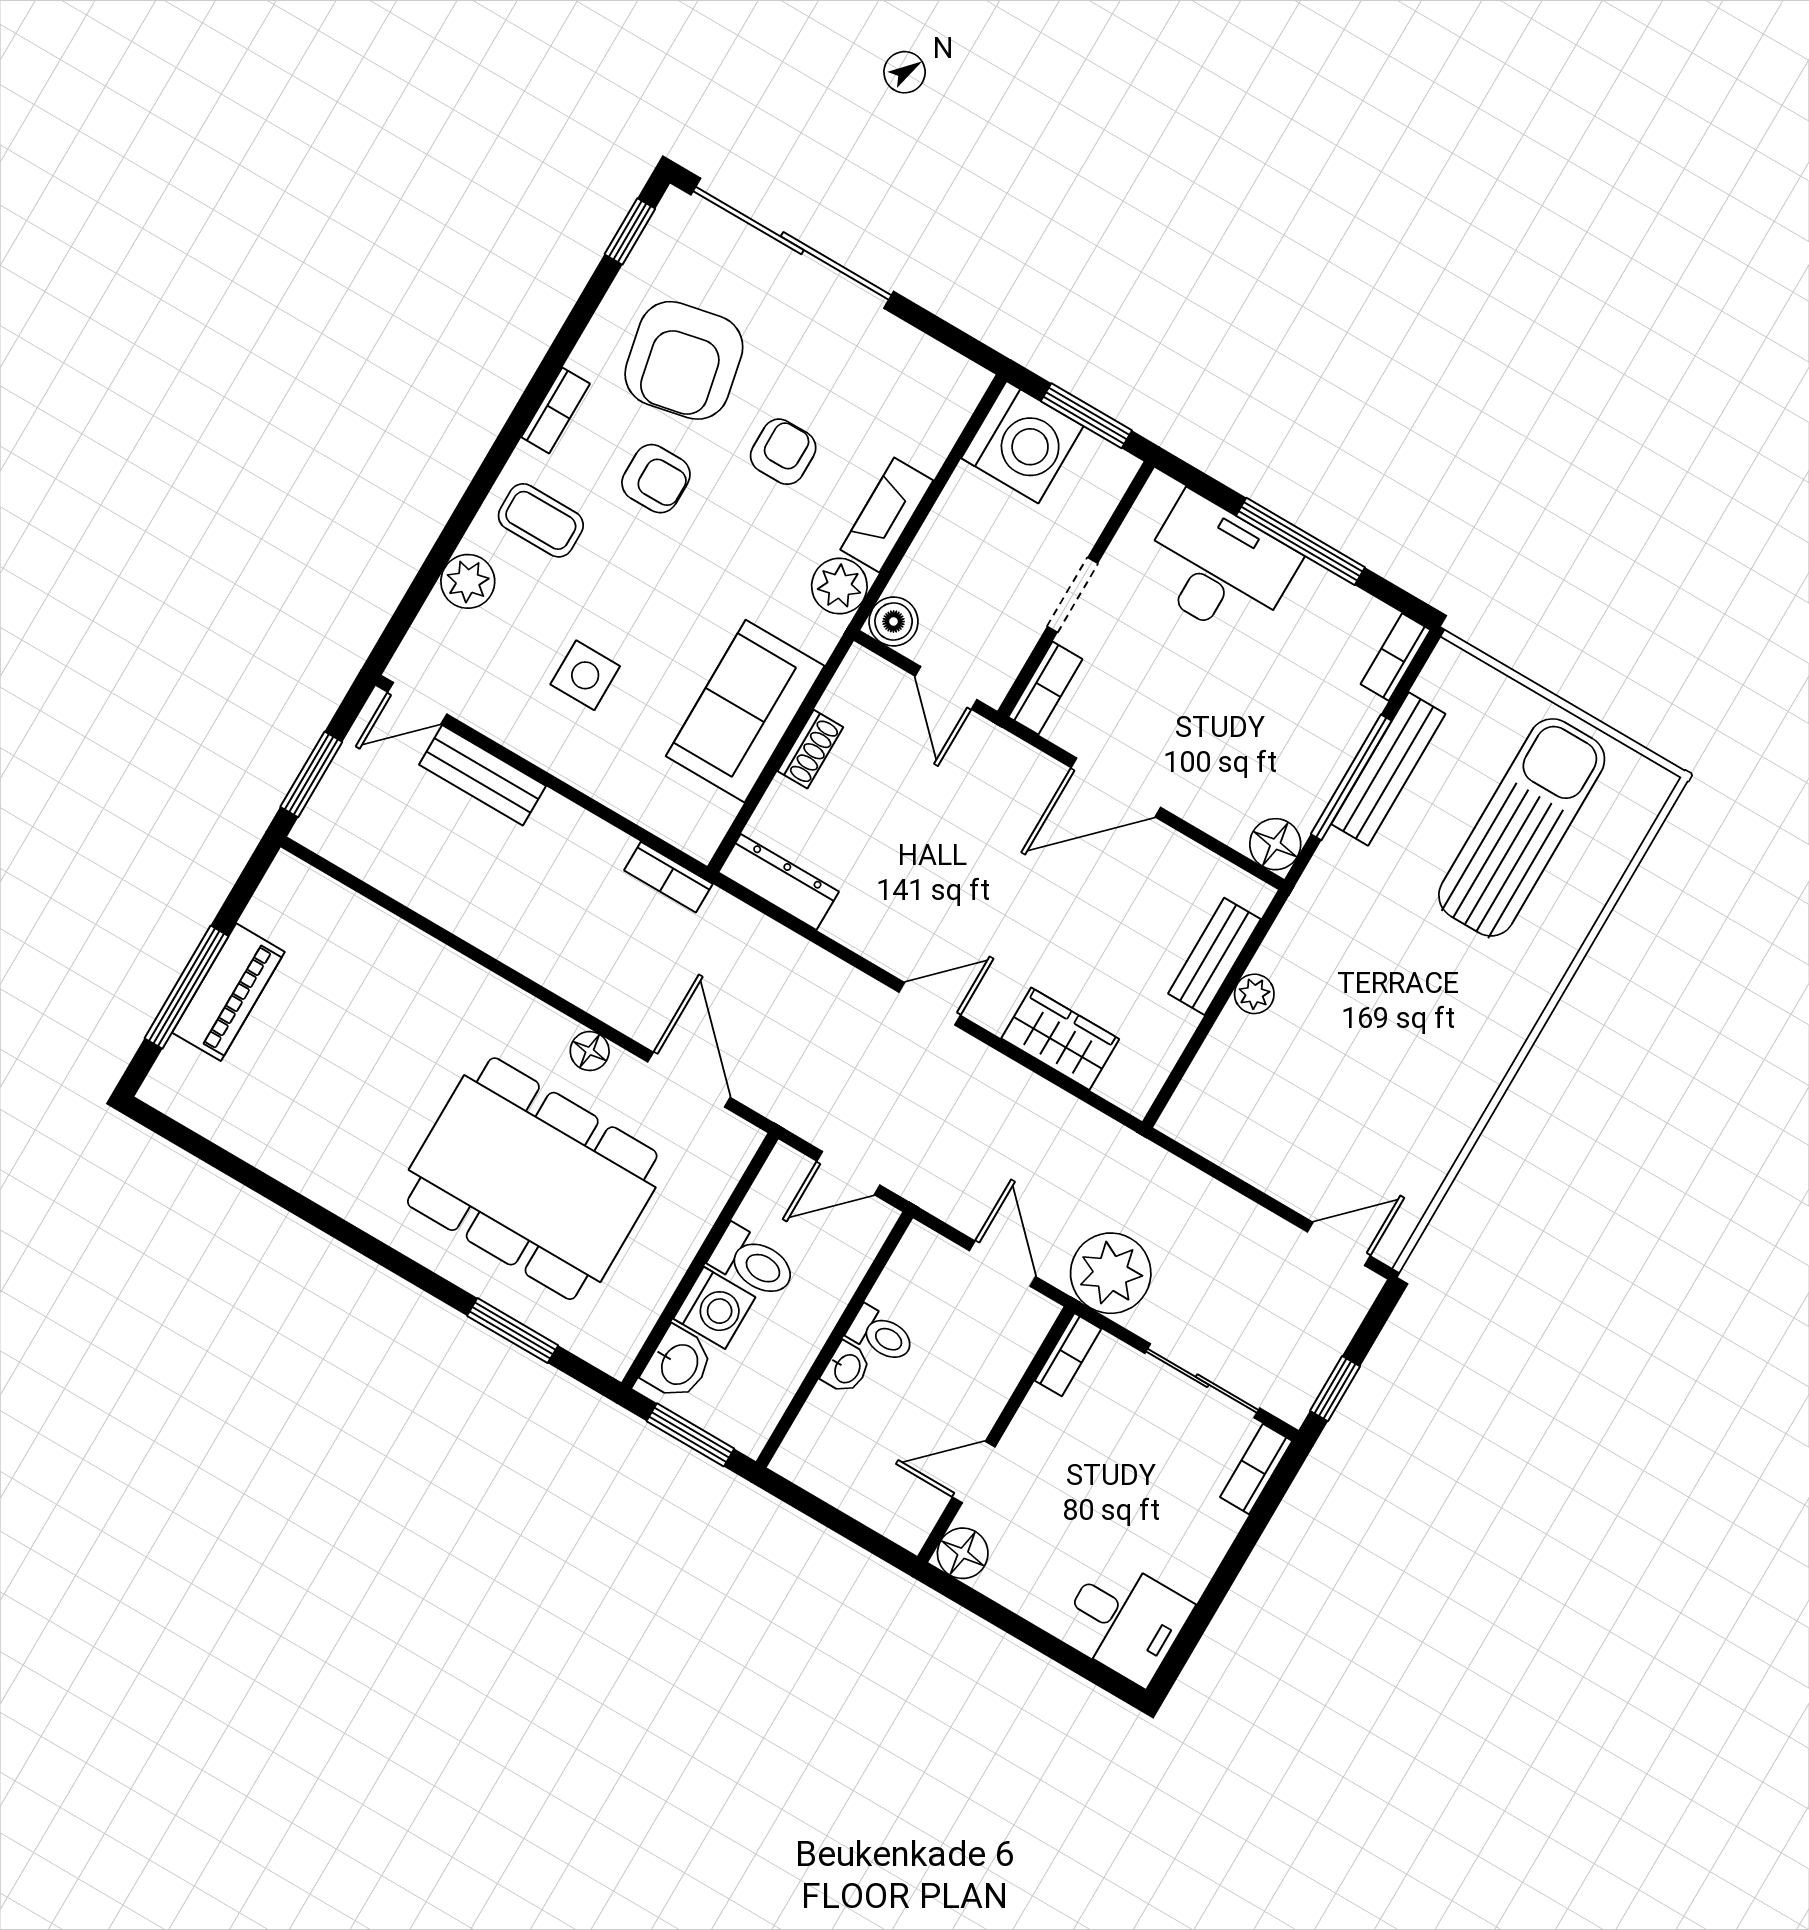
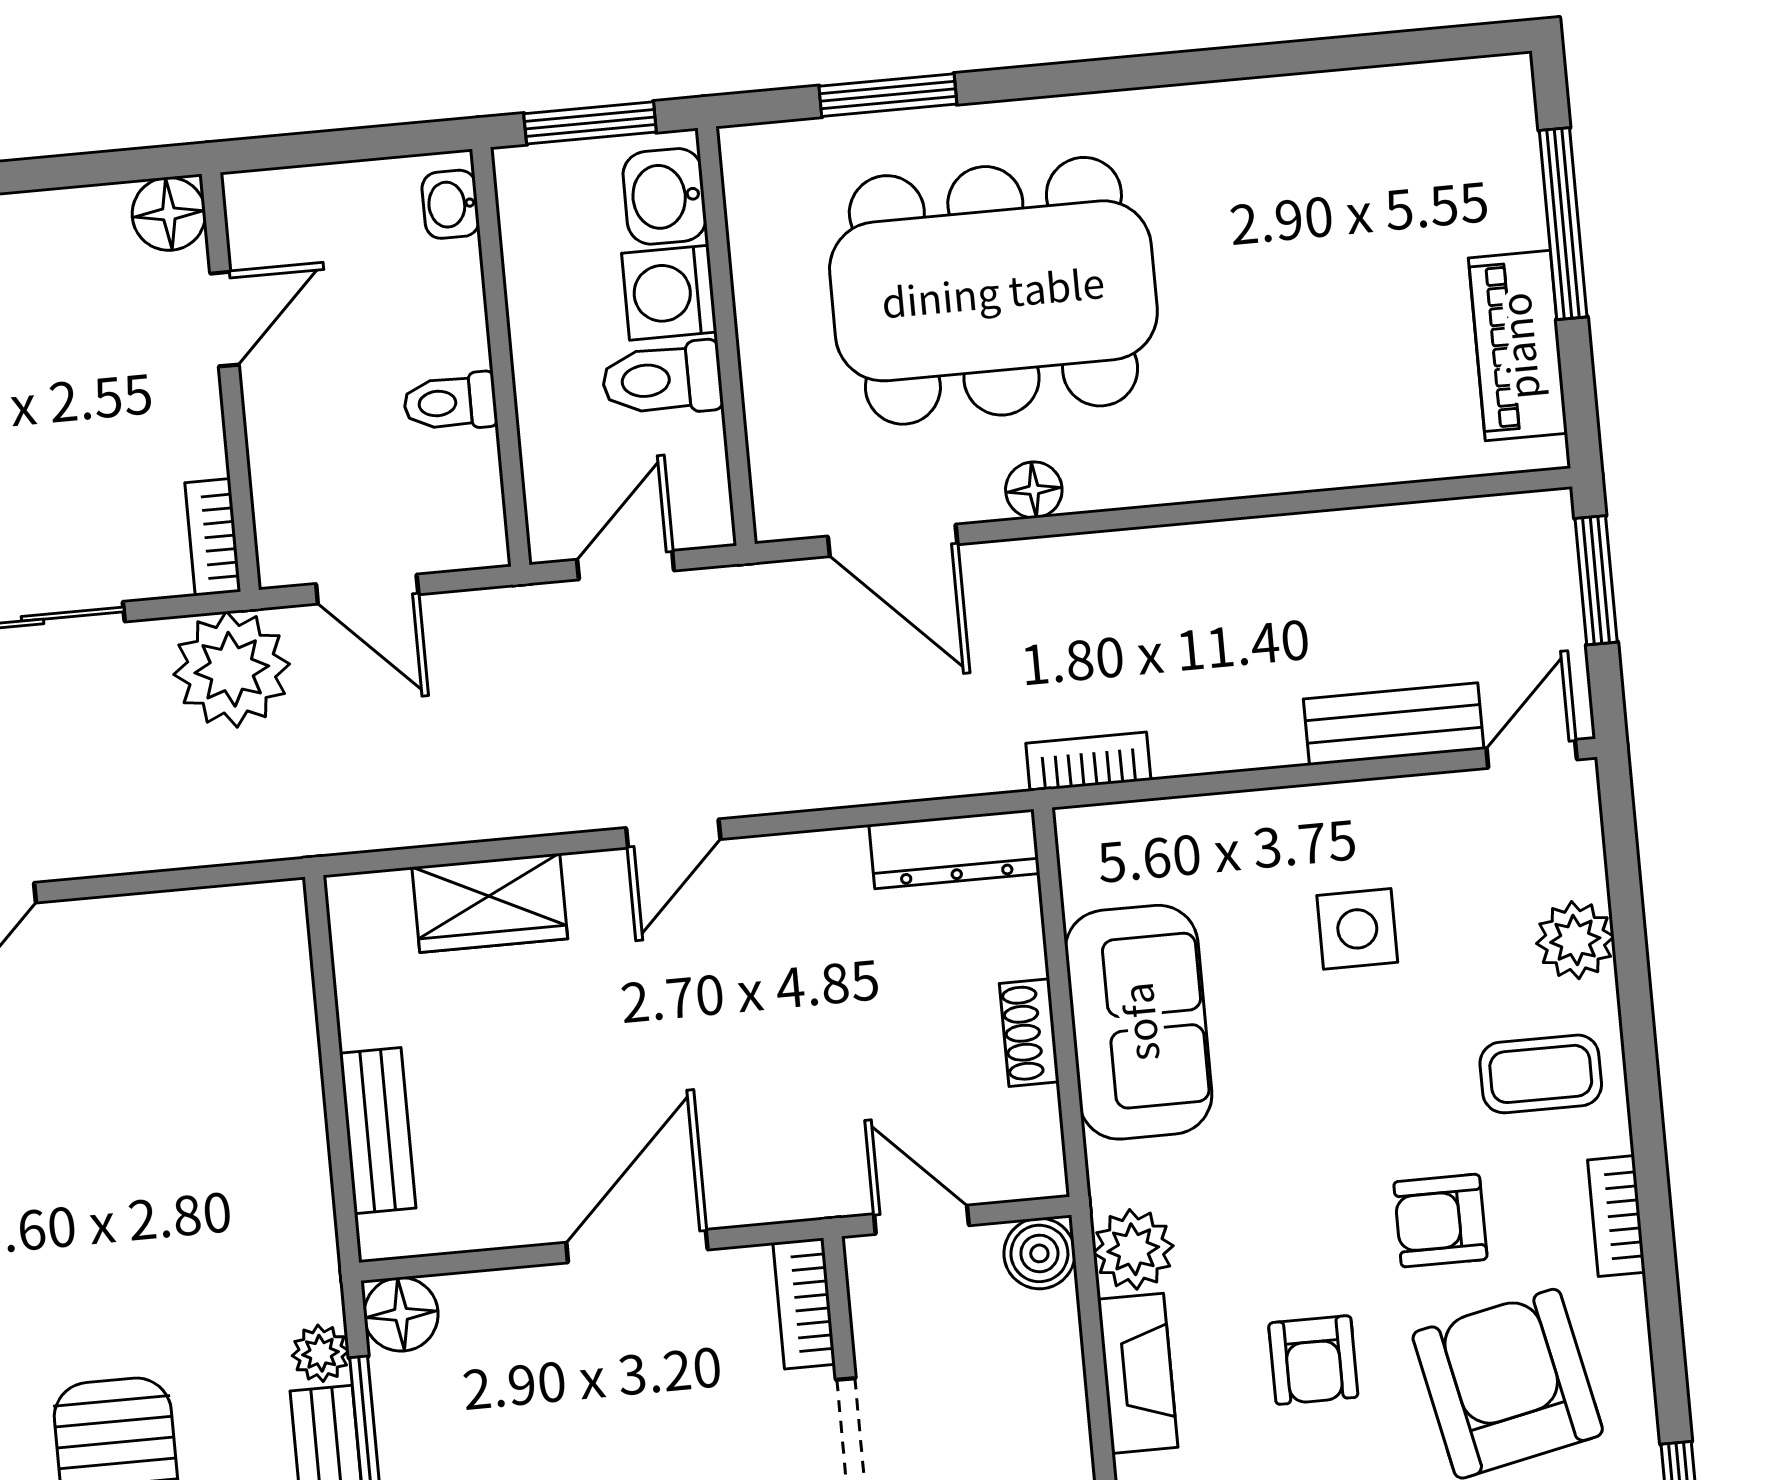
piano: (228, 992) -> (1518, 346), moved
plant: (1254, 994) -> (321, 1353), moved
washbasin: (846, 1368) -> (451, 204), moved

